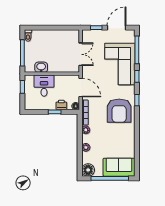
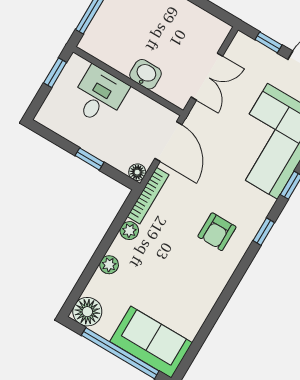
washbasin: (41, 67) -> (146, 74), moved
printer: (61, 105) -> (111, 153), removed
armchair: (119, 111) -> (217, 232), width x0.53, depth x0.53

